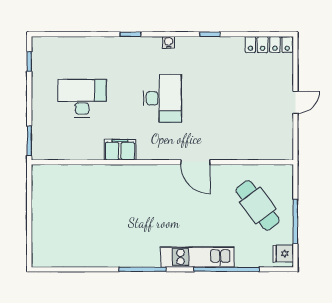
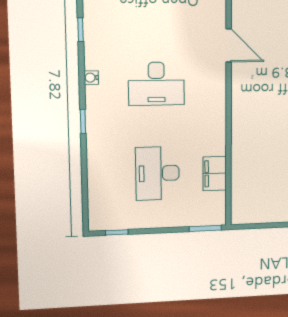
desk: (162, 98) -> (156, 84), turned 180
filing cabinet: (120, 150) -> (215, 174), moved
door: (195, 162) -> (229, 45), hinge flipped

